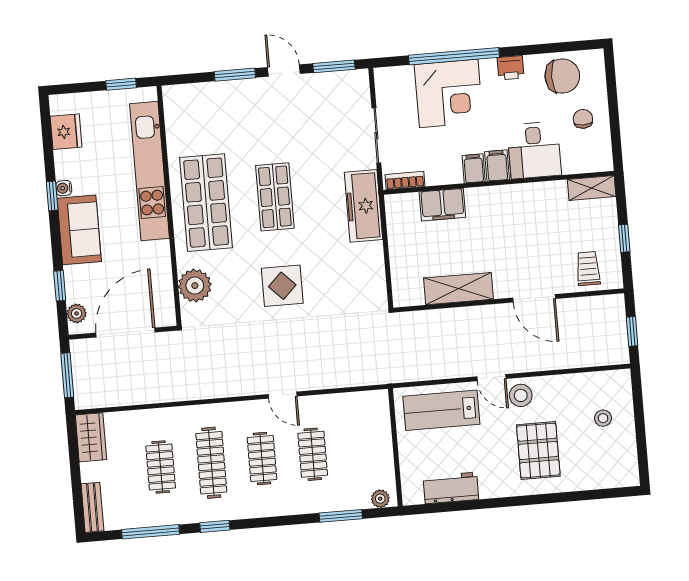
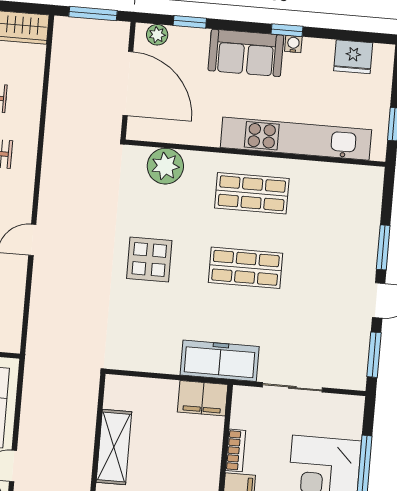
bookcase: (405, 181) -> (236, 450), moved
shop shelf: (206, 203) -> (252, 193), width x0.70, depth x0.74
filing cabinet: (442, 205) -> (203, 398), moved, turned -90

